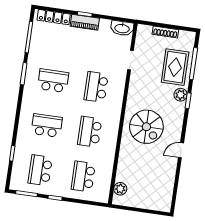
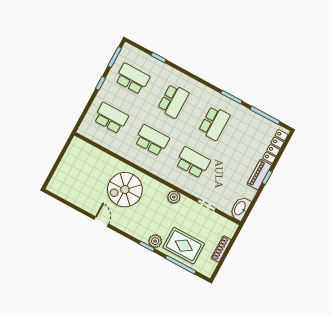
spiral stairs: (146, 127) -> (125, 190), moved
plant: (120, 189) -> (174, 197), moved

